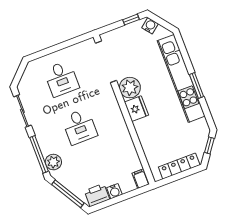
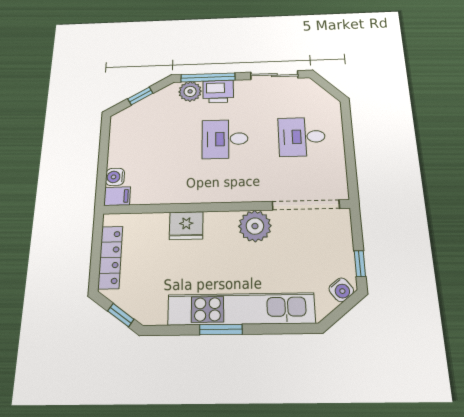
fridge: (136, 109) -> (186, 226), moved
water cooler: (114, 191) -> (115, 177), moved
window: (68, 194) -> (140, 96), width x0.46
printer: (97, 195) -> (218, 91), moved, turned 90

